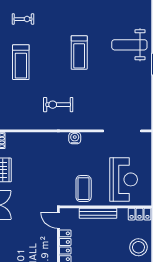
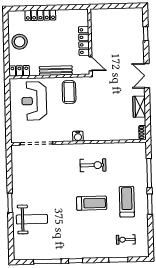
treadmill: (79, 52) -> (92, 203), moved, turned 90

